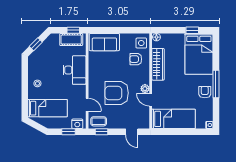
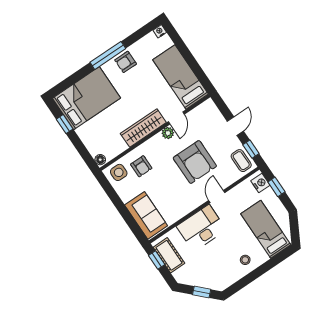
wardrobe: (158, 64) -> (143, 128), moved
door: (87, 105) -> (217, 196), moved
door: (132, 132) -> (235, 126), moved

